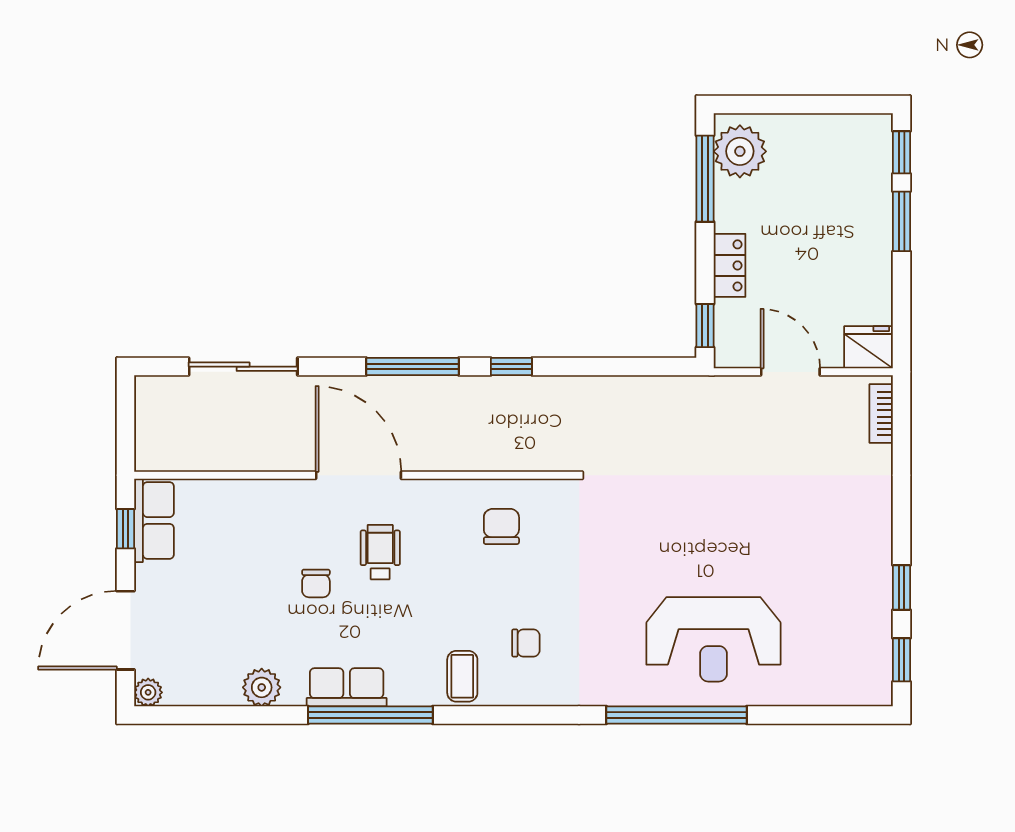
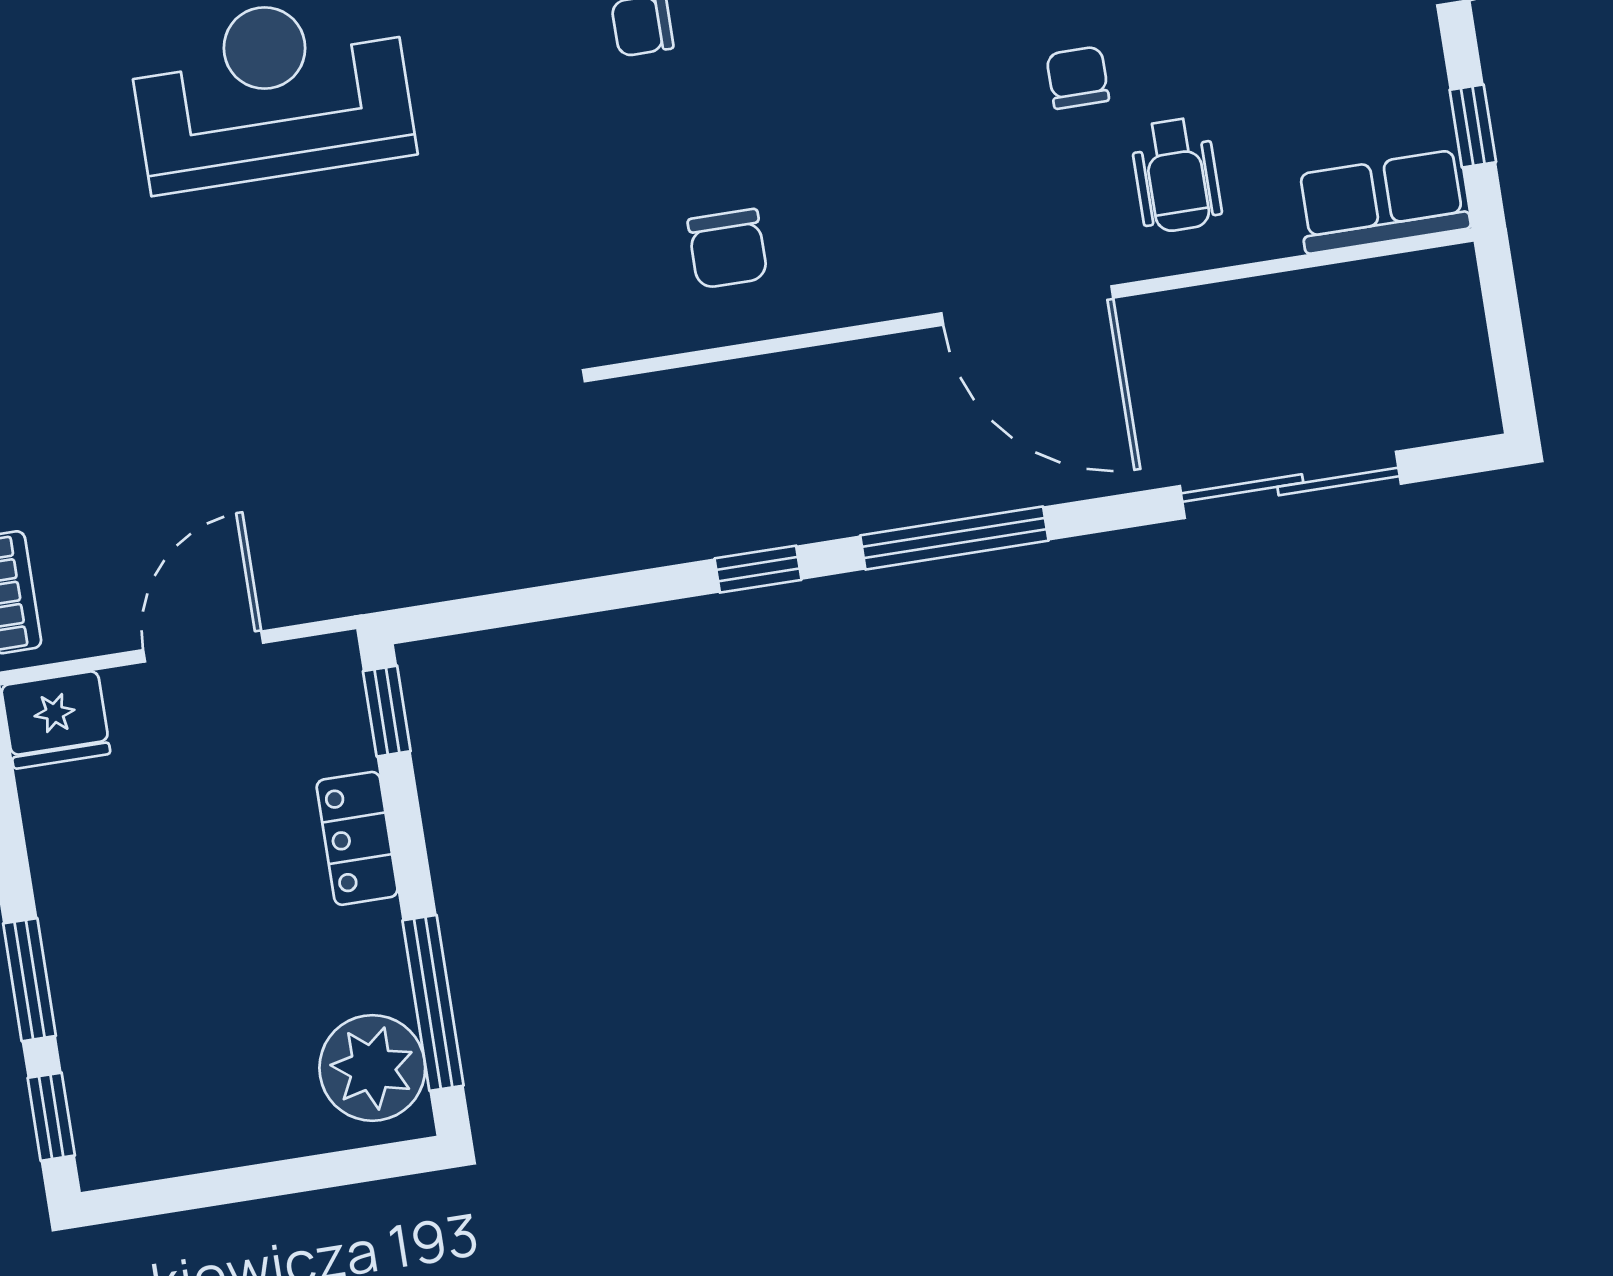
door: (790, 372) -> (203, 646), swing flipped
row of seats: (154, 520) -> (1382, 202), moved, turned 90
wheelchair: (380, 552) -> (1176, 175), moved

